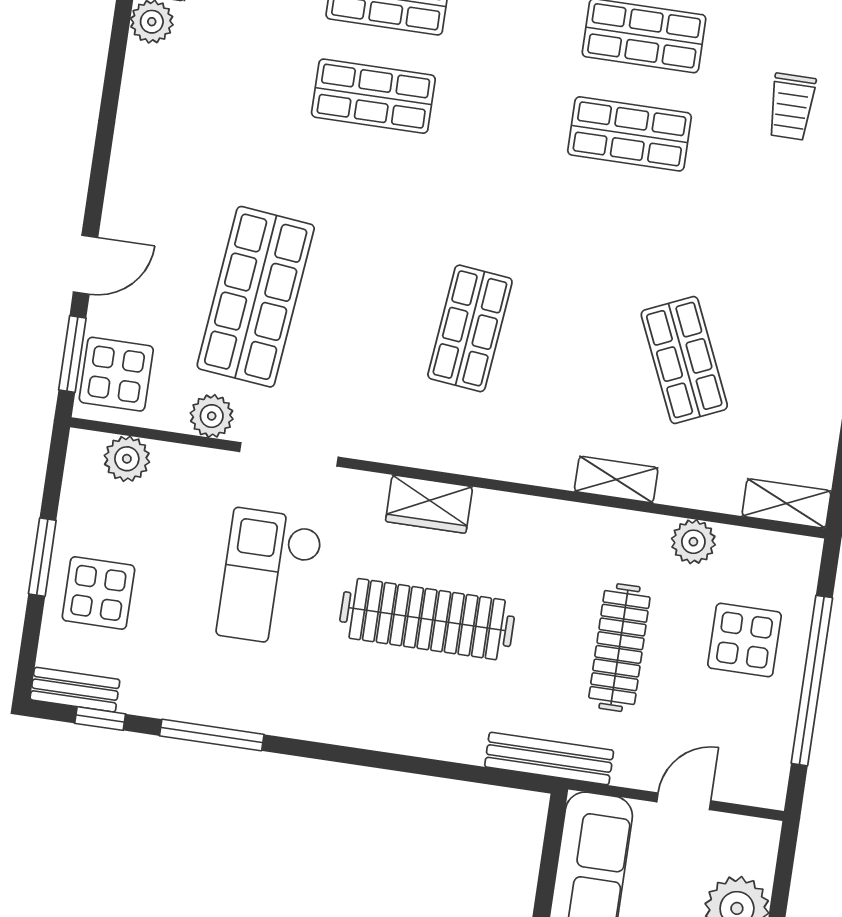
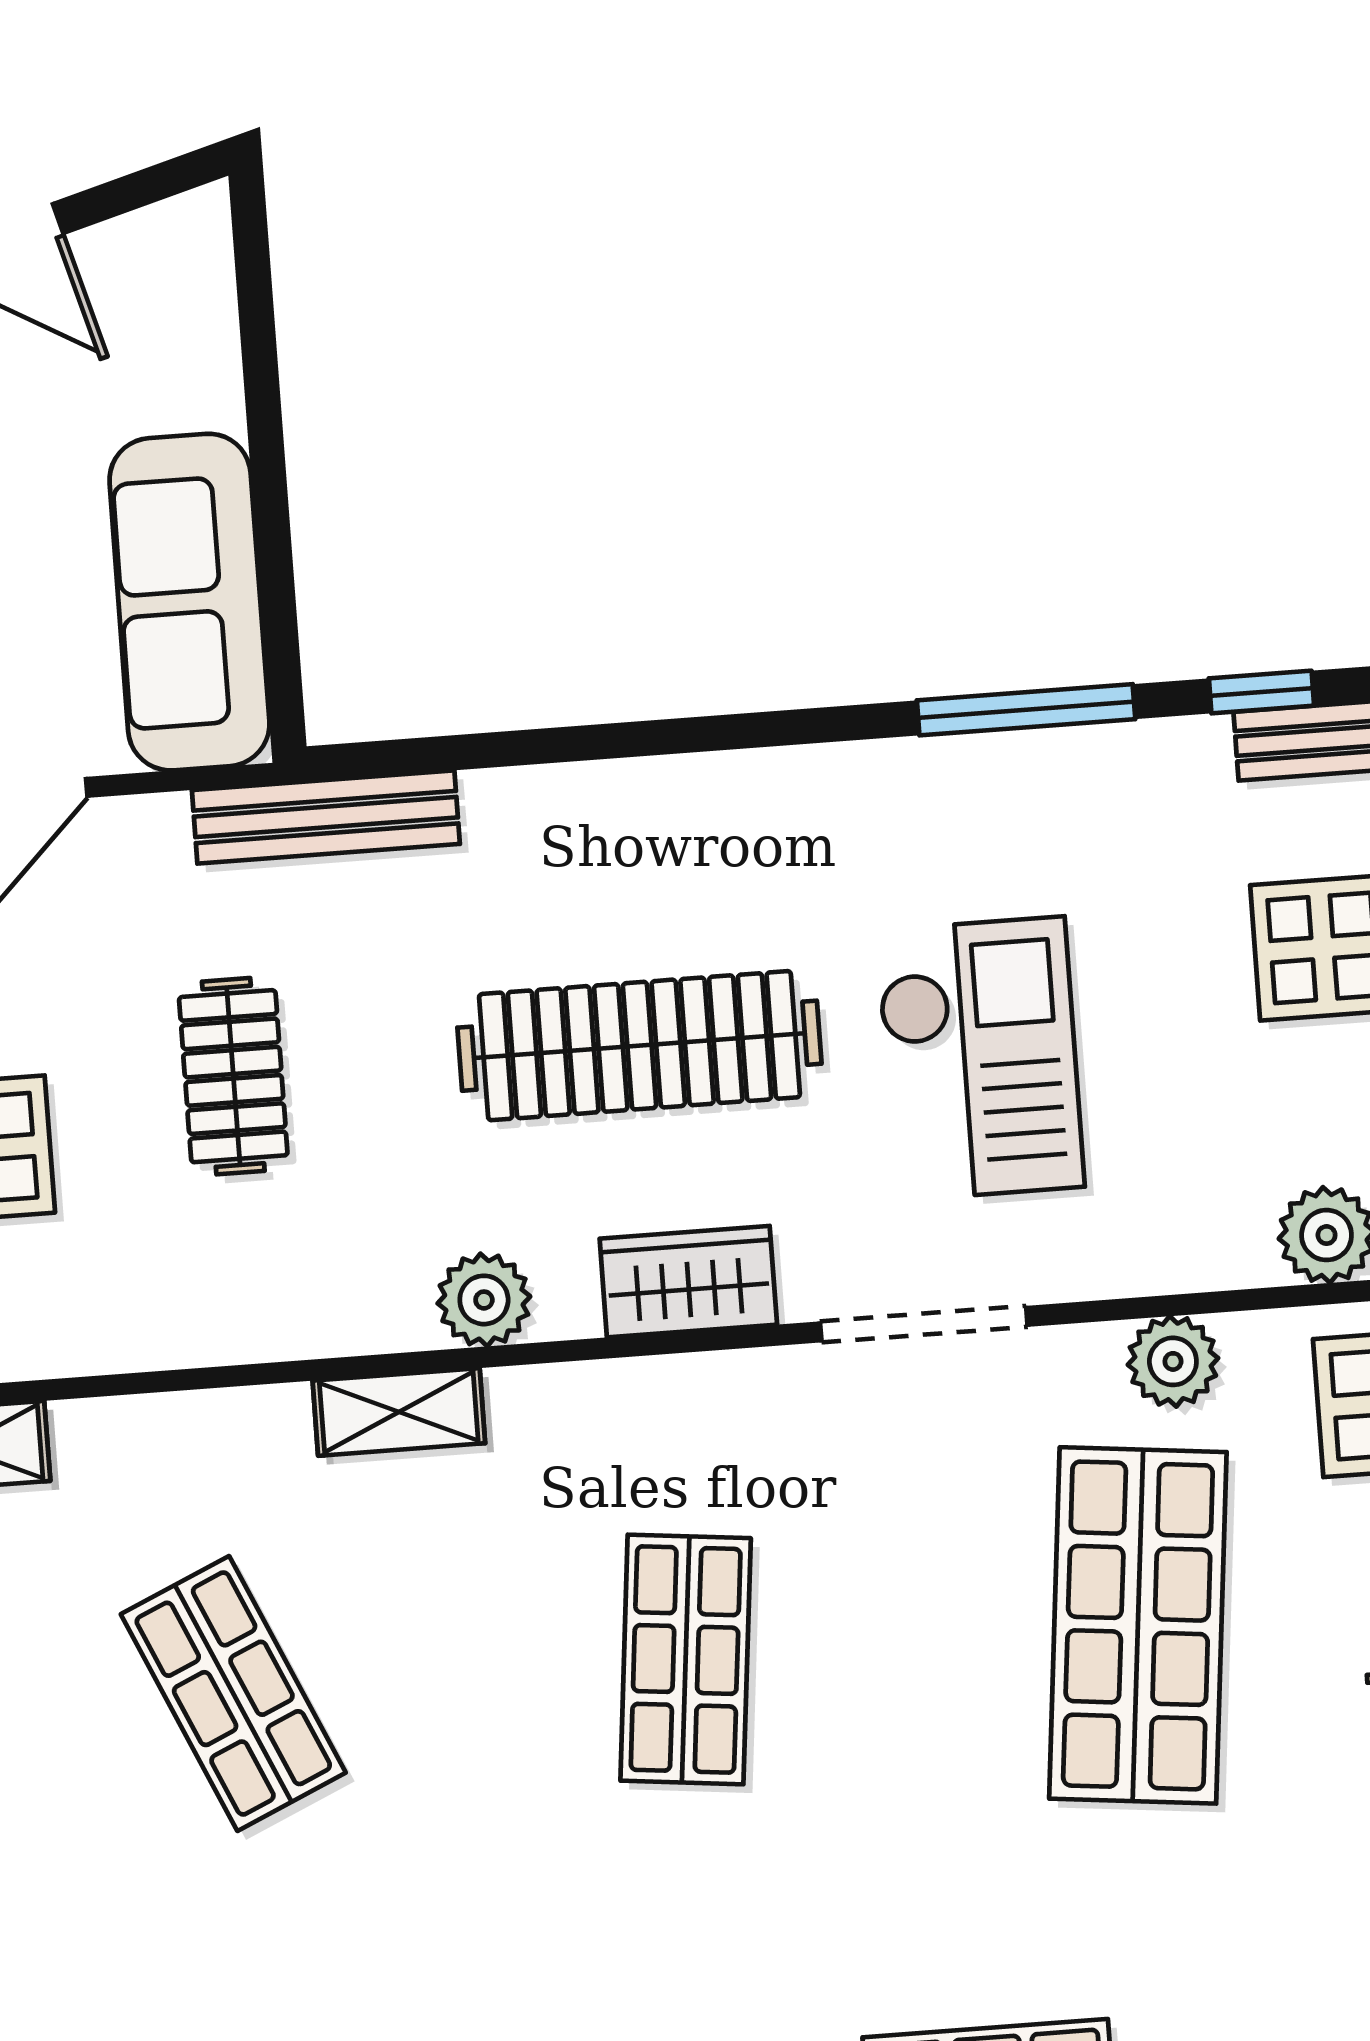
doorway: (289, 454) -> (924, 1324), moved
shelving: (616, 479) -> (399, 1412), moved
plant: (693, 542) -> (484, 1300), moved
clothes rail: (619, 648) -> (233, 1076), width x0.73

